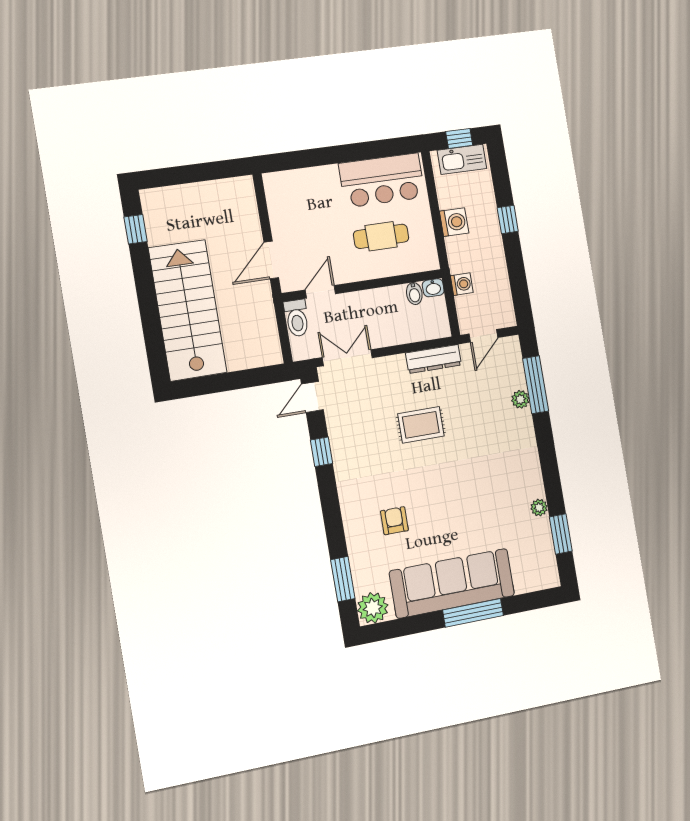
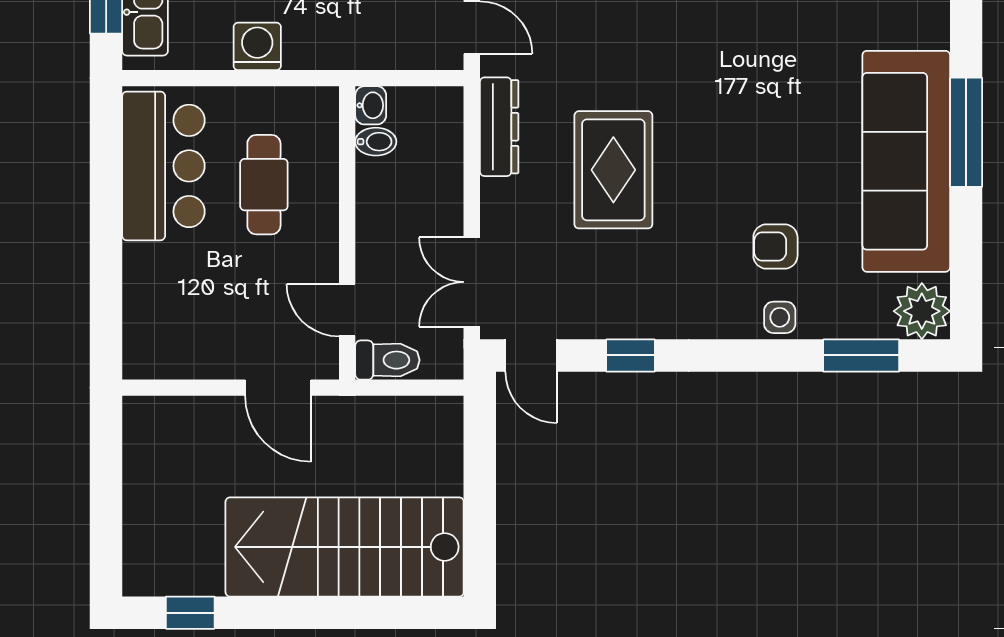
washing machine: (462, 284) -> (372, 52), removed
rug: (421, 425) -> (613, 170), width x1.36, depth x1.43
side table: (356, 530) -> (780, 317), added

